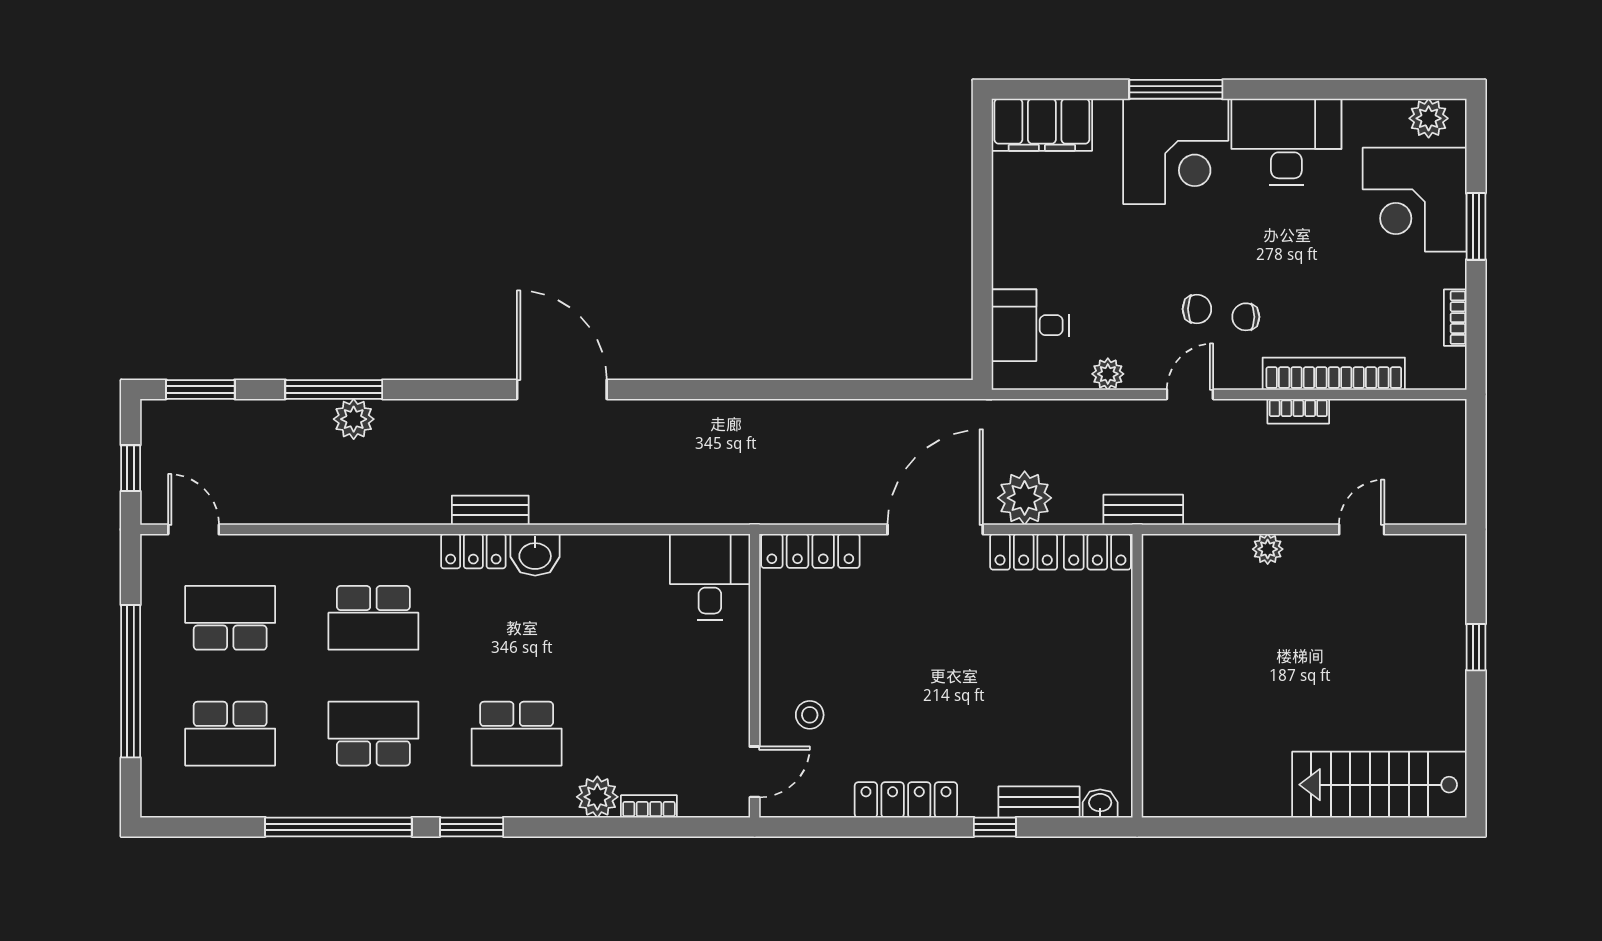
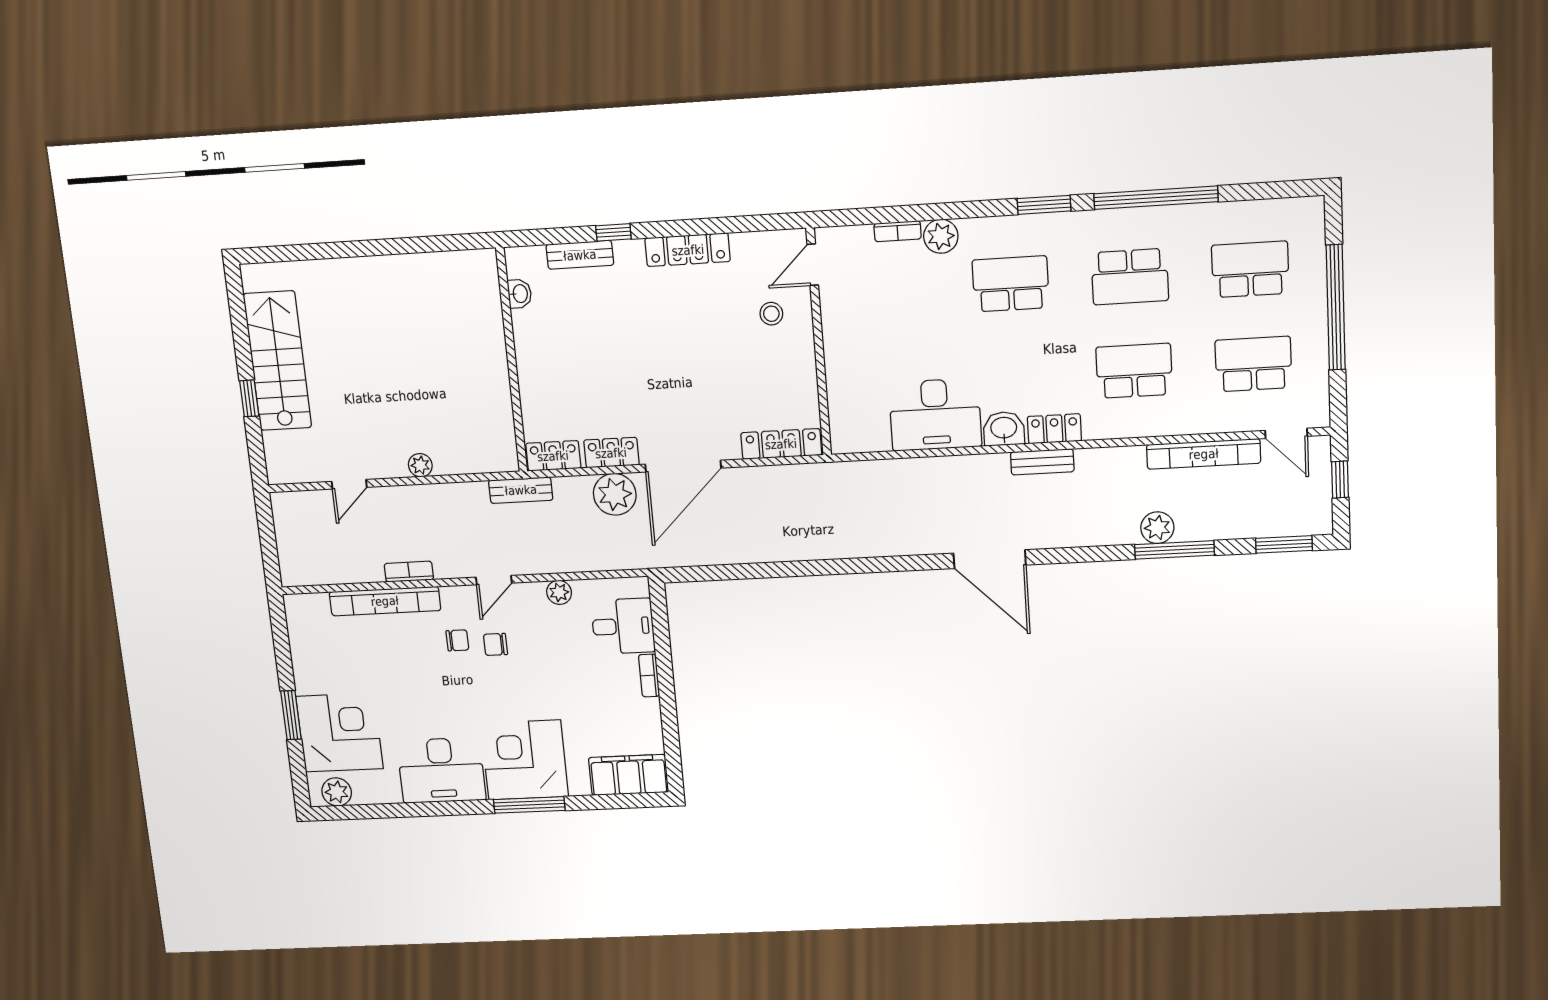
bookcase: (1455, 318) -> (649, 675), moved, turned 180
bookcase: (294, 509) -> (1204, 454), added
desk: (710, 577) -> (935, 415), moved, width x1.37
school desk: (230, 618) -> (1253, 364), turned 180
stairs: (1379, 785) -> (277, 361), moved, turned -90
washbasin: (1100, 803) -> (520, 294), moved, turned -90

